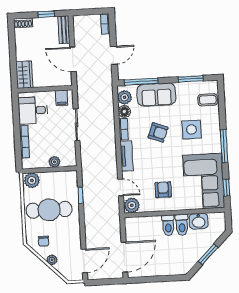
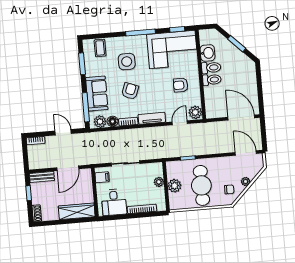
wardrobe: (24, 75) -> (77, 211), width x1.50
plant: (32, 180) -> (175, 186), moved

